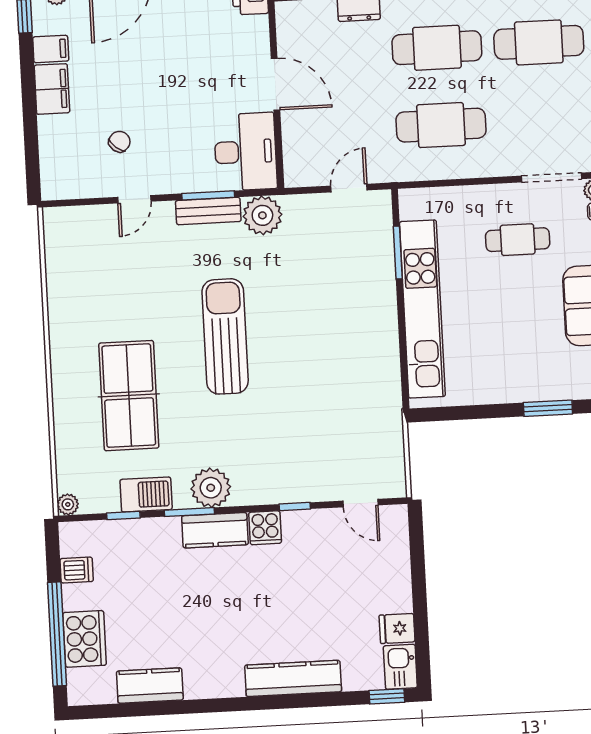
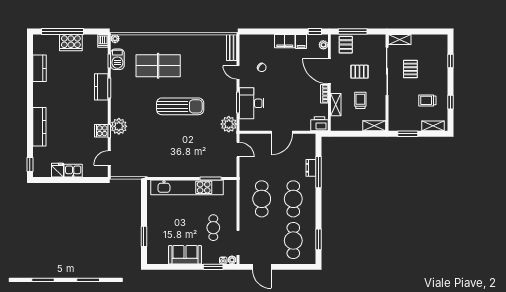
desk: (245, 152) -> (252, 103), moved, turned 90
door: (349, 188) -> (238, 150), moved
bench: (208, 211) -> (232, 47), moved
plant: (211, 488) -> (119, 126), moved
barbecue: (146, 494) -> (117, 59), moved
cooker: (265, 528) -> (101, 131), moved
kitchen counter: (215, 530) -> (101, 87), moved
dishwasher: (77, 570) -> (103, 41), moved
cooker: (85, 639) -> (71, 43), moved
kitchen sink: (400, 667) -> (73, 171), moved

